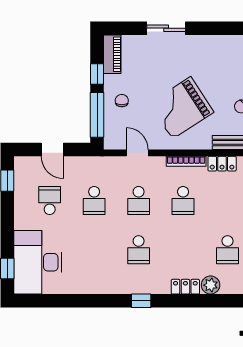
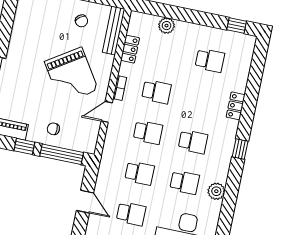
door: (52, 150) -> (85, 202), hinge flipped
door: (137, 153) -> (107, 112), moved
bookcase: (186, 161) -> (120, 88), width x0.64
school desk: (50, 201) -> (131, 214), turned 180
school desk: (94, 250) -> (185, 182), added
plant: (211, 285) -> (216, 191), moved

